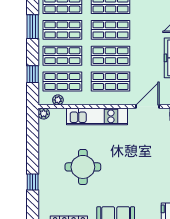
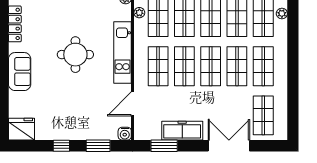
door: (147, 106) -> (133, 104), swing flipped
round table: (83, 167) -> (75, 55), moved

